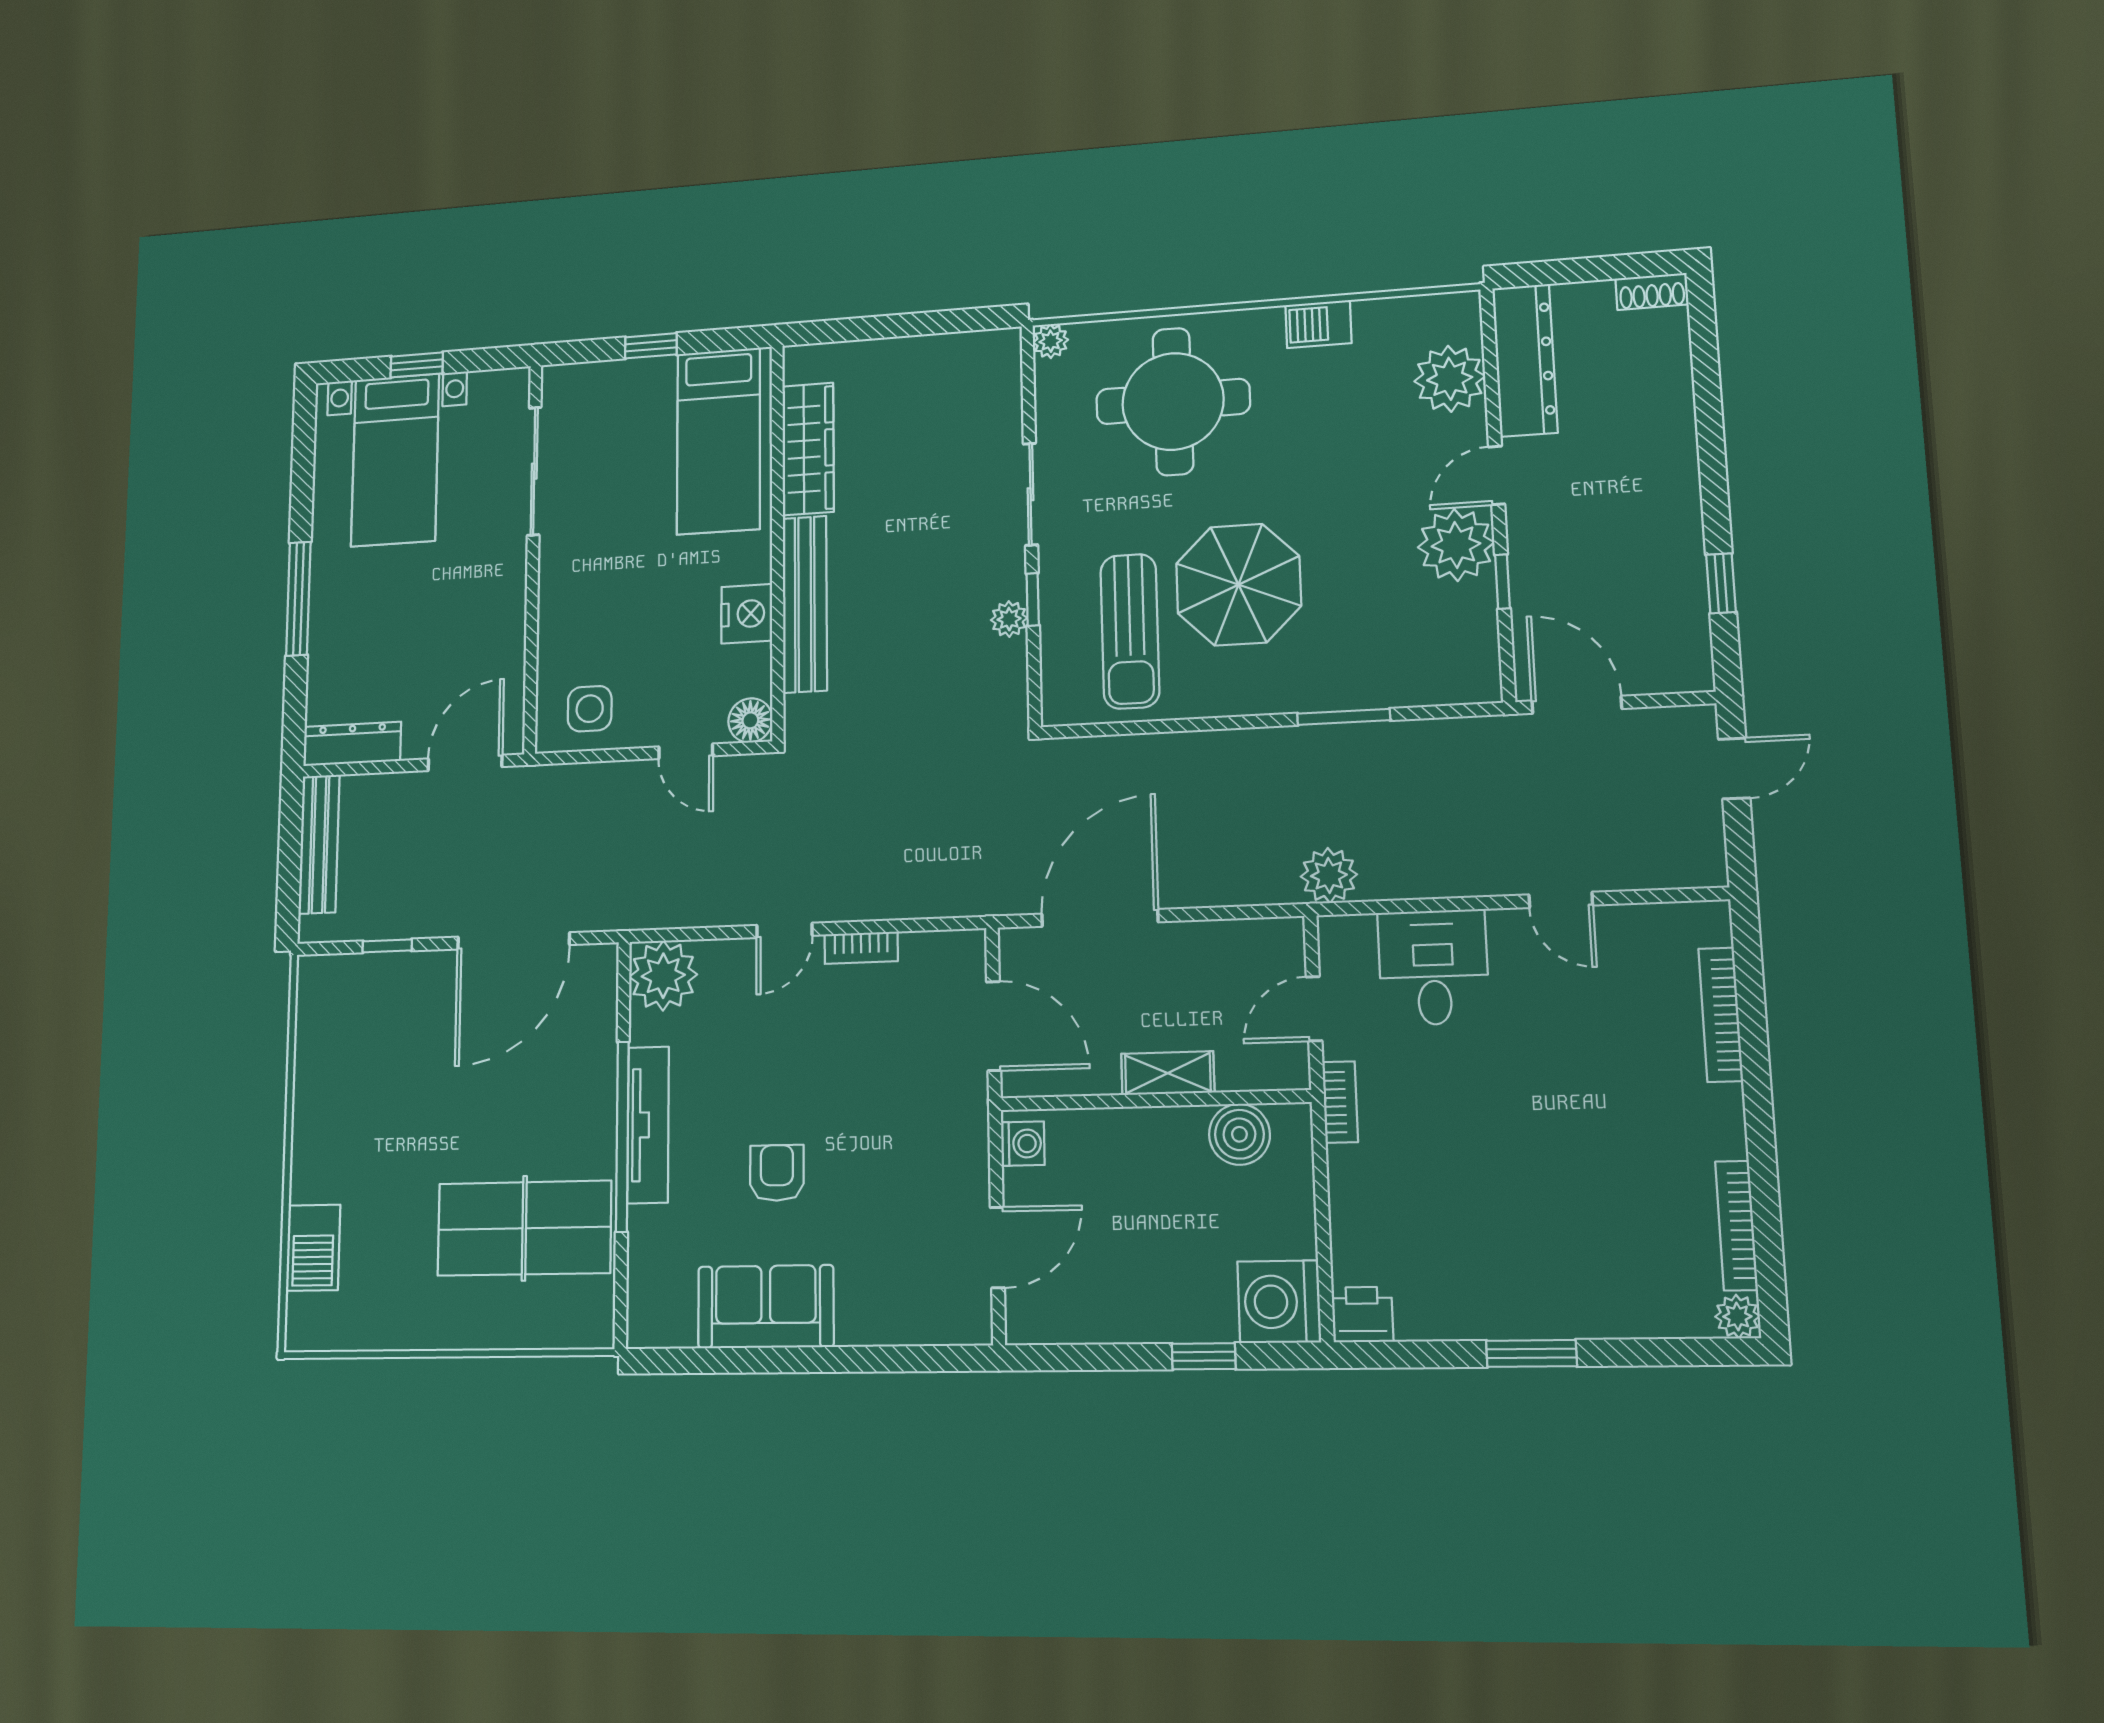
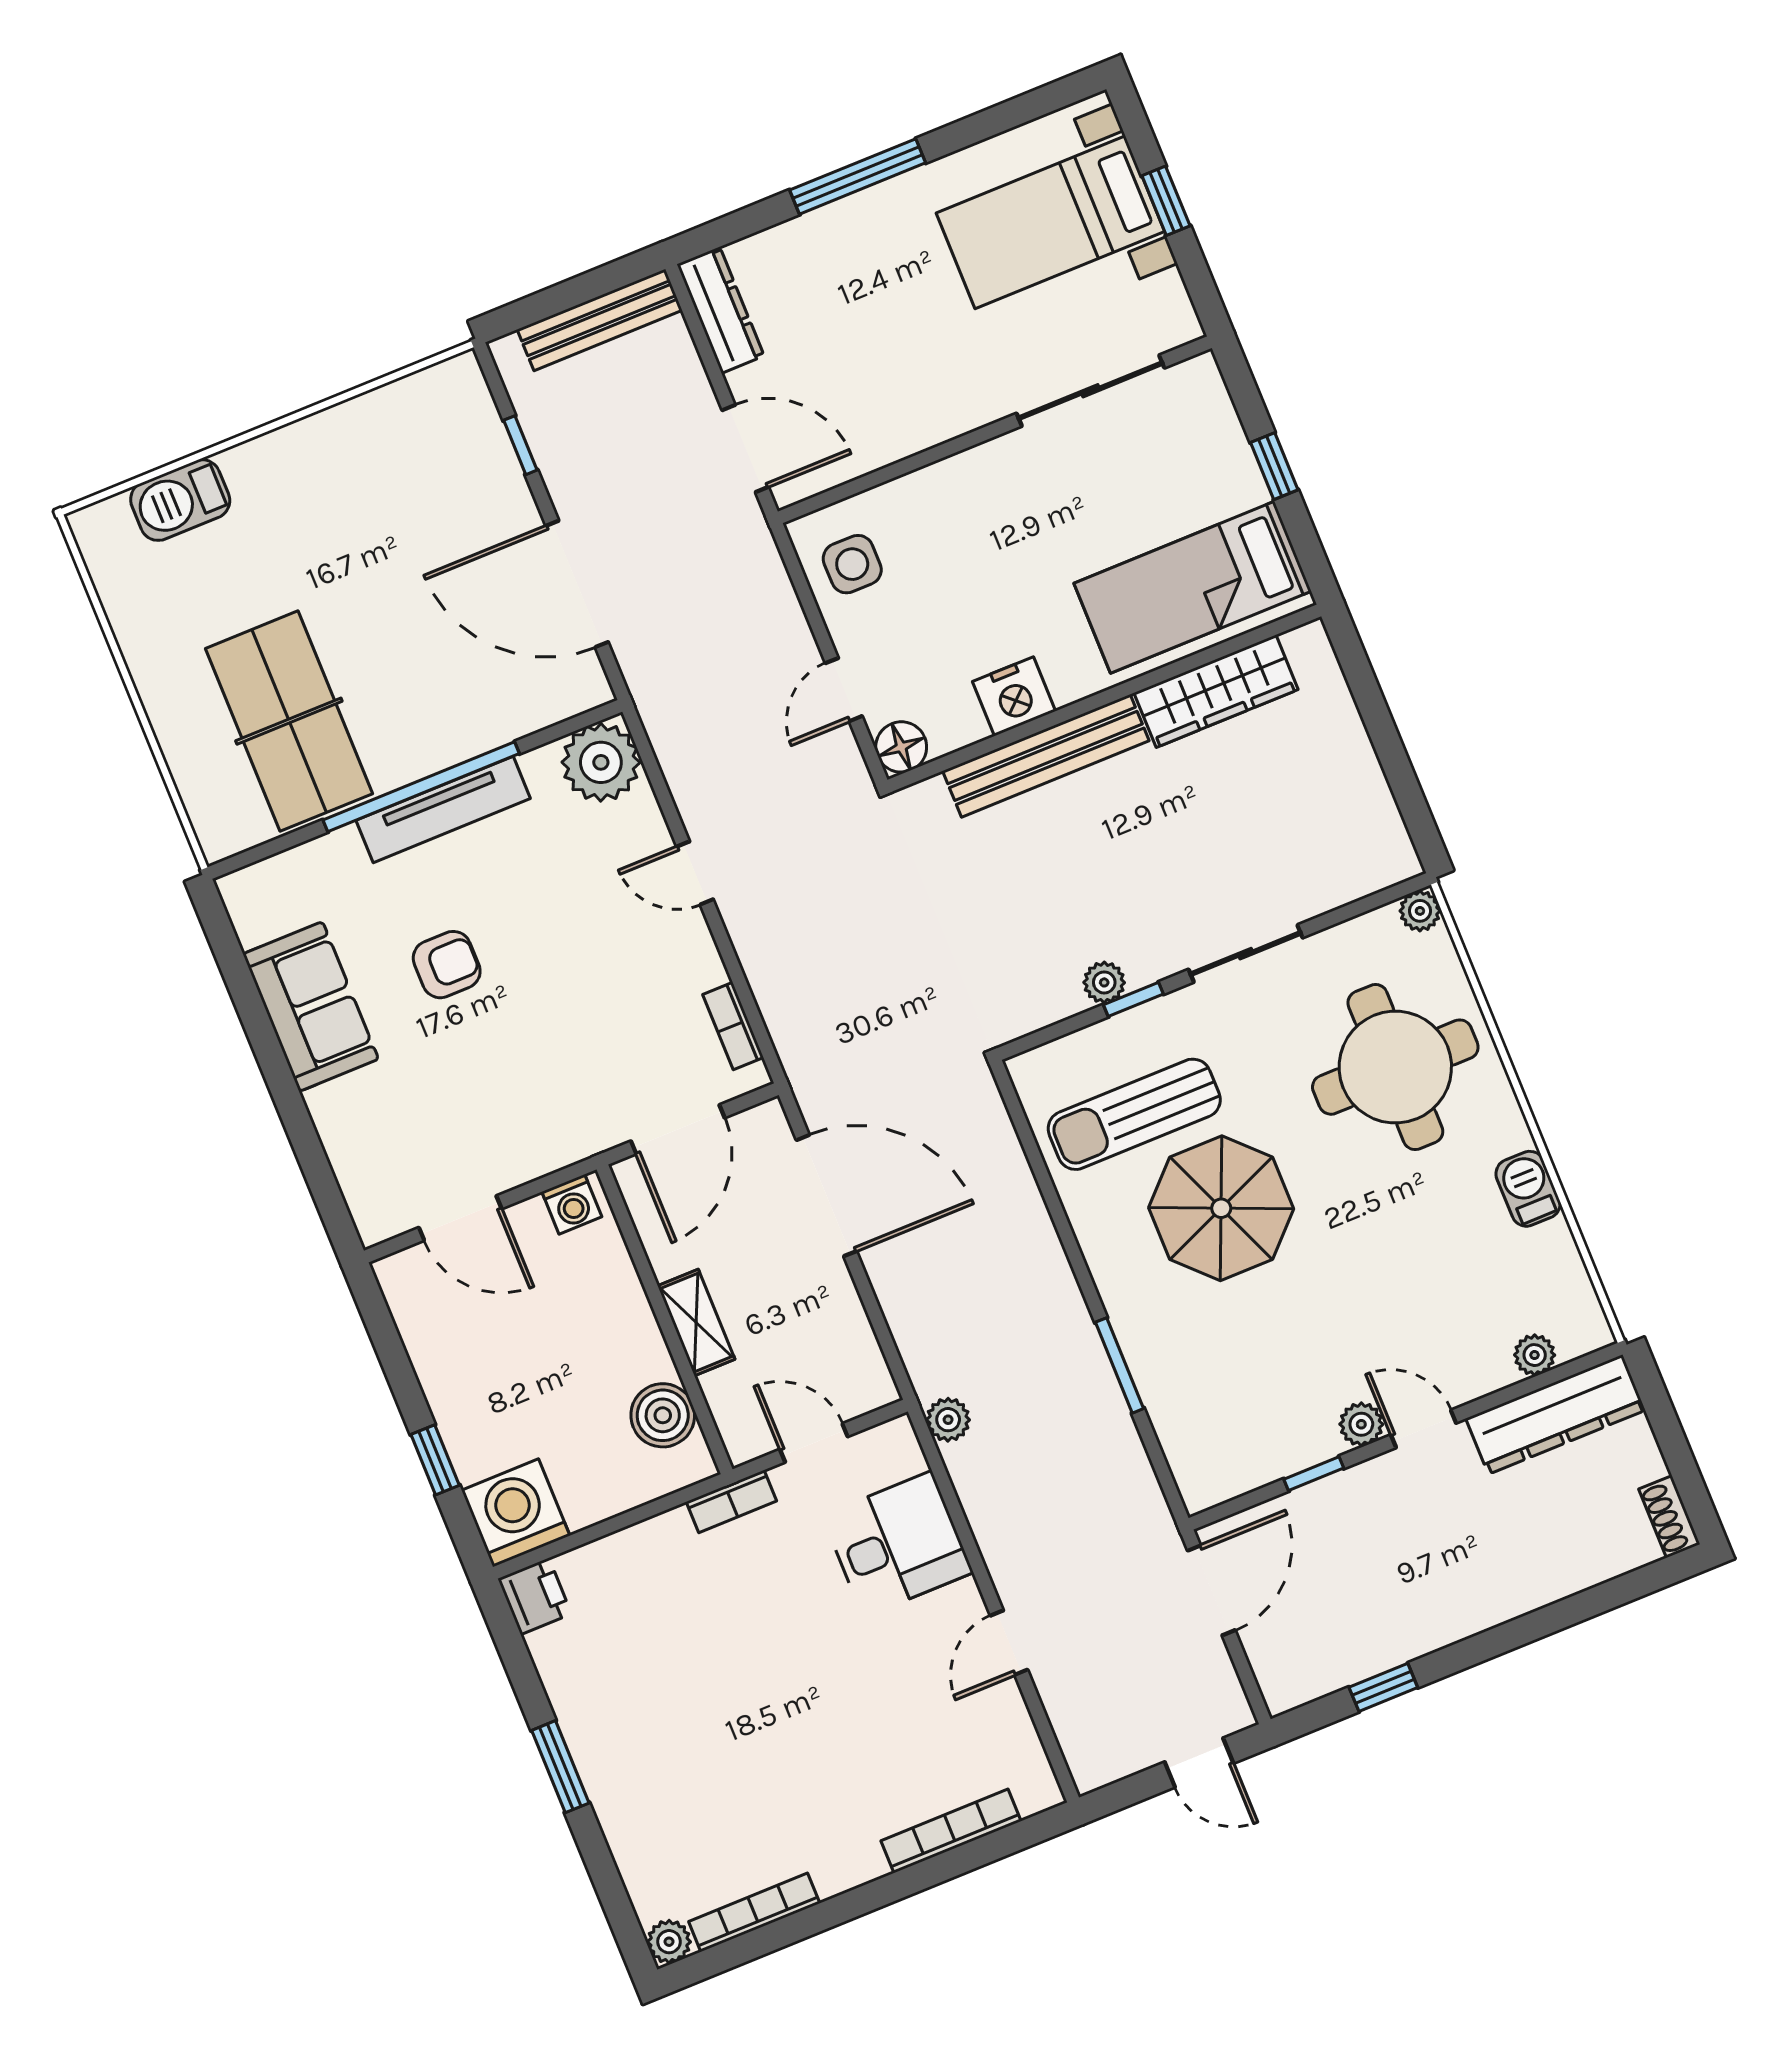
plant: (1450, 379) -> (1535, 1355), width x0.53, depth x0.53
plant: (1456, 545) -> (1361, 1424), width x0.53, depth x0.53
plant: (1329, 875) -> (948, 1420), width x0.73, depth x0.73
bookcase: (861, 948) -> (733, 1026), moved

